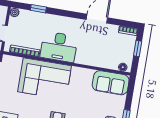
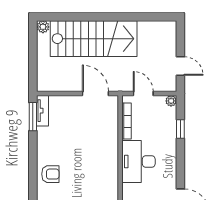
corner sofa: (45, 79) -> (97, 151), removed

